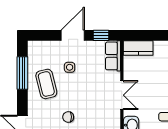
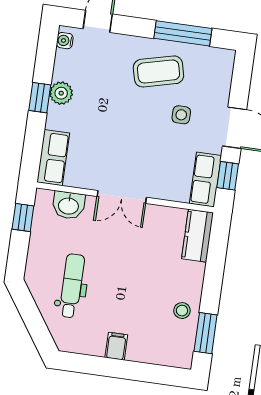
row of seats: (113, 56) -> (205, 180), moved, turned -90
chair: (68, 117) -> (97, 101), removed

